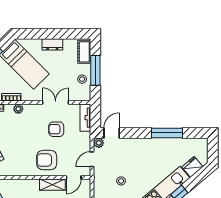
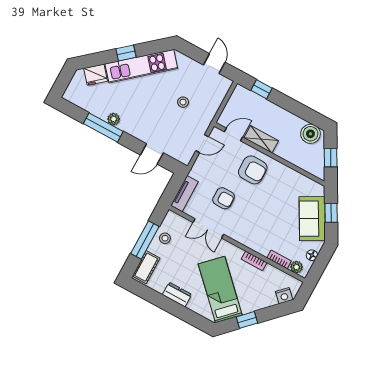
plant: (18, 109) -> (253, 244), removed
door: (112, 133) -> (152, 154), moved
plant: (99, 143) -> (114, 119), moved

